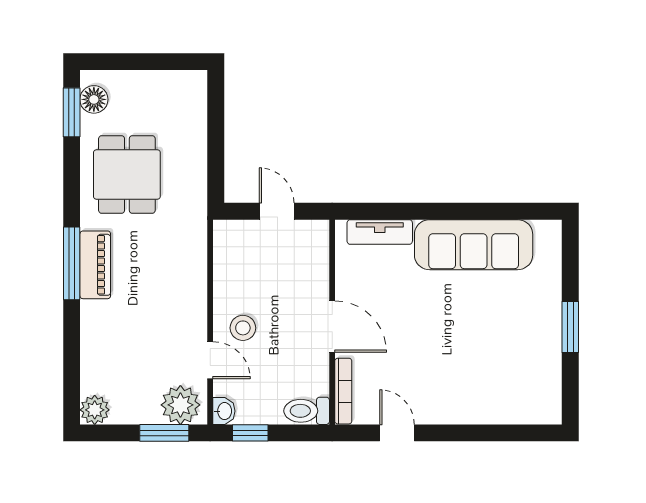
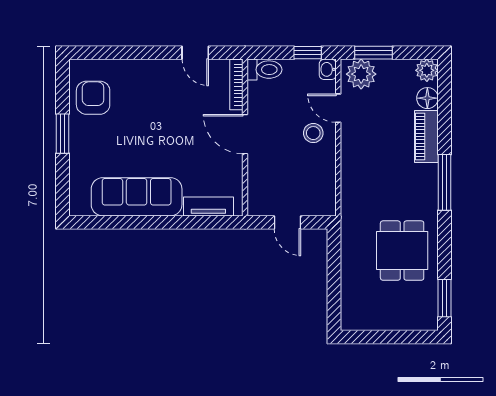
floor lamp: (94, 99) -> (427, 98), moved
piano: (95, 265) -> (426, 137), moved
armchair: (530, 374) -> (93, 98), added

